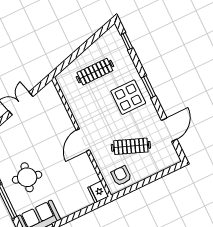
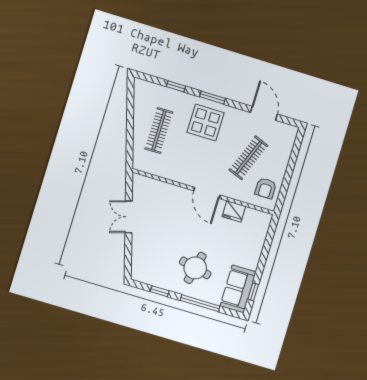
window: (127, 41) -> (176, 86), moved
armchair: (121, 176) -> (266, 188), turned -90
fridge: (98, 192) -> (234, 211), moved

